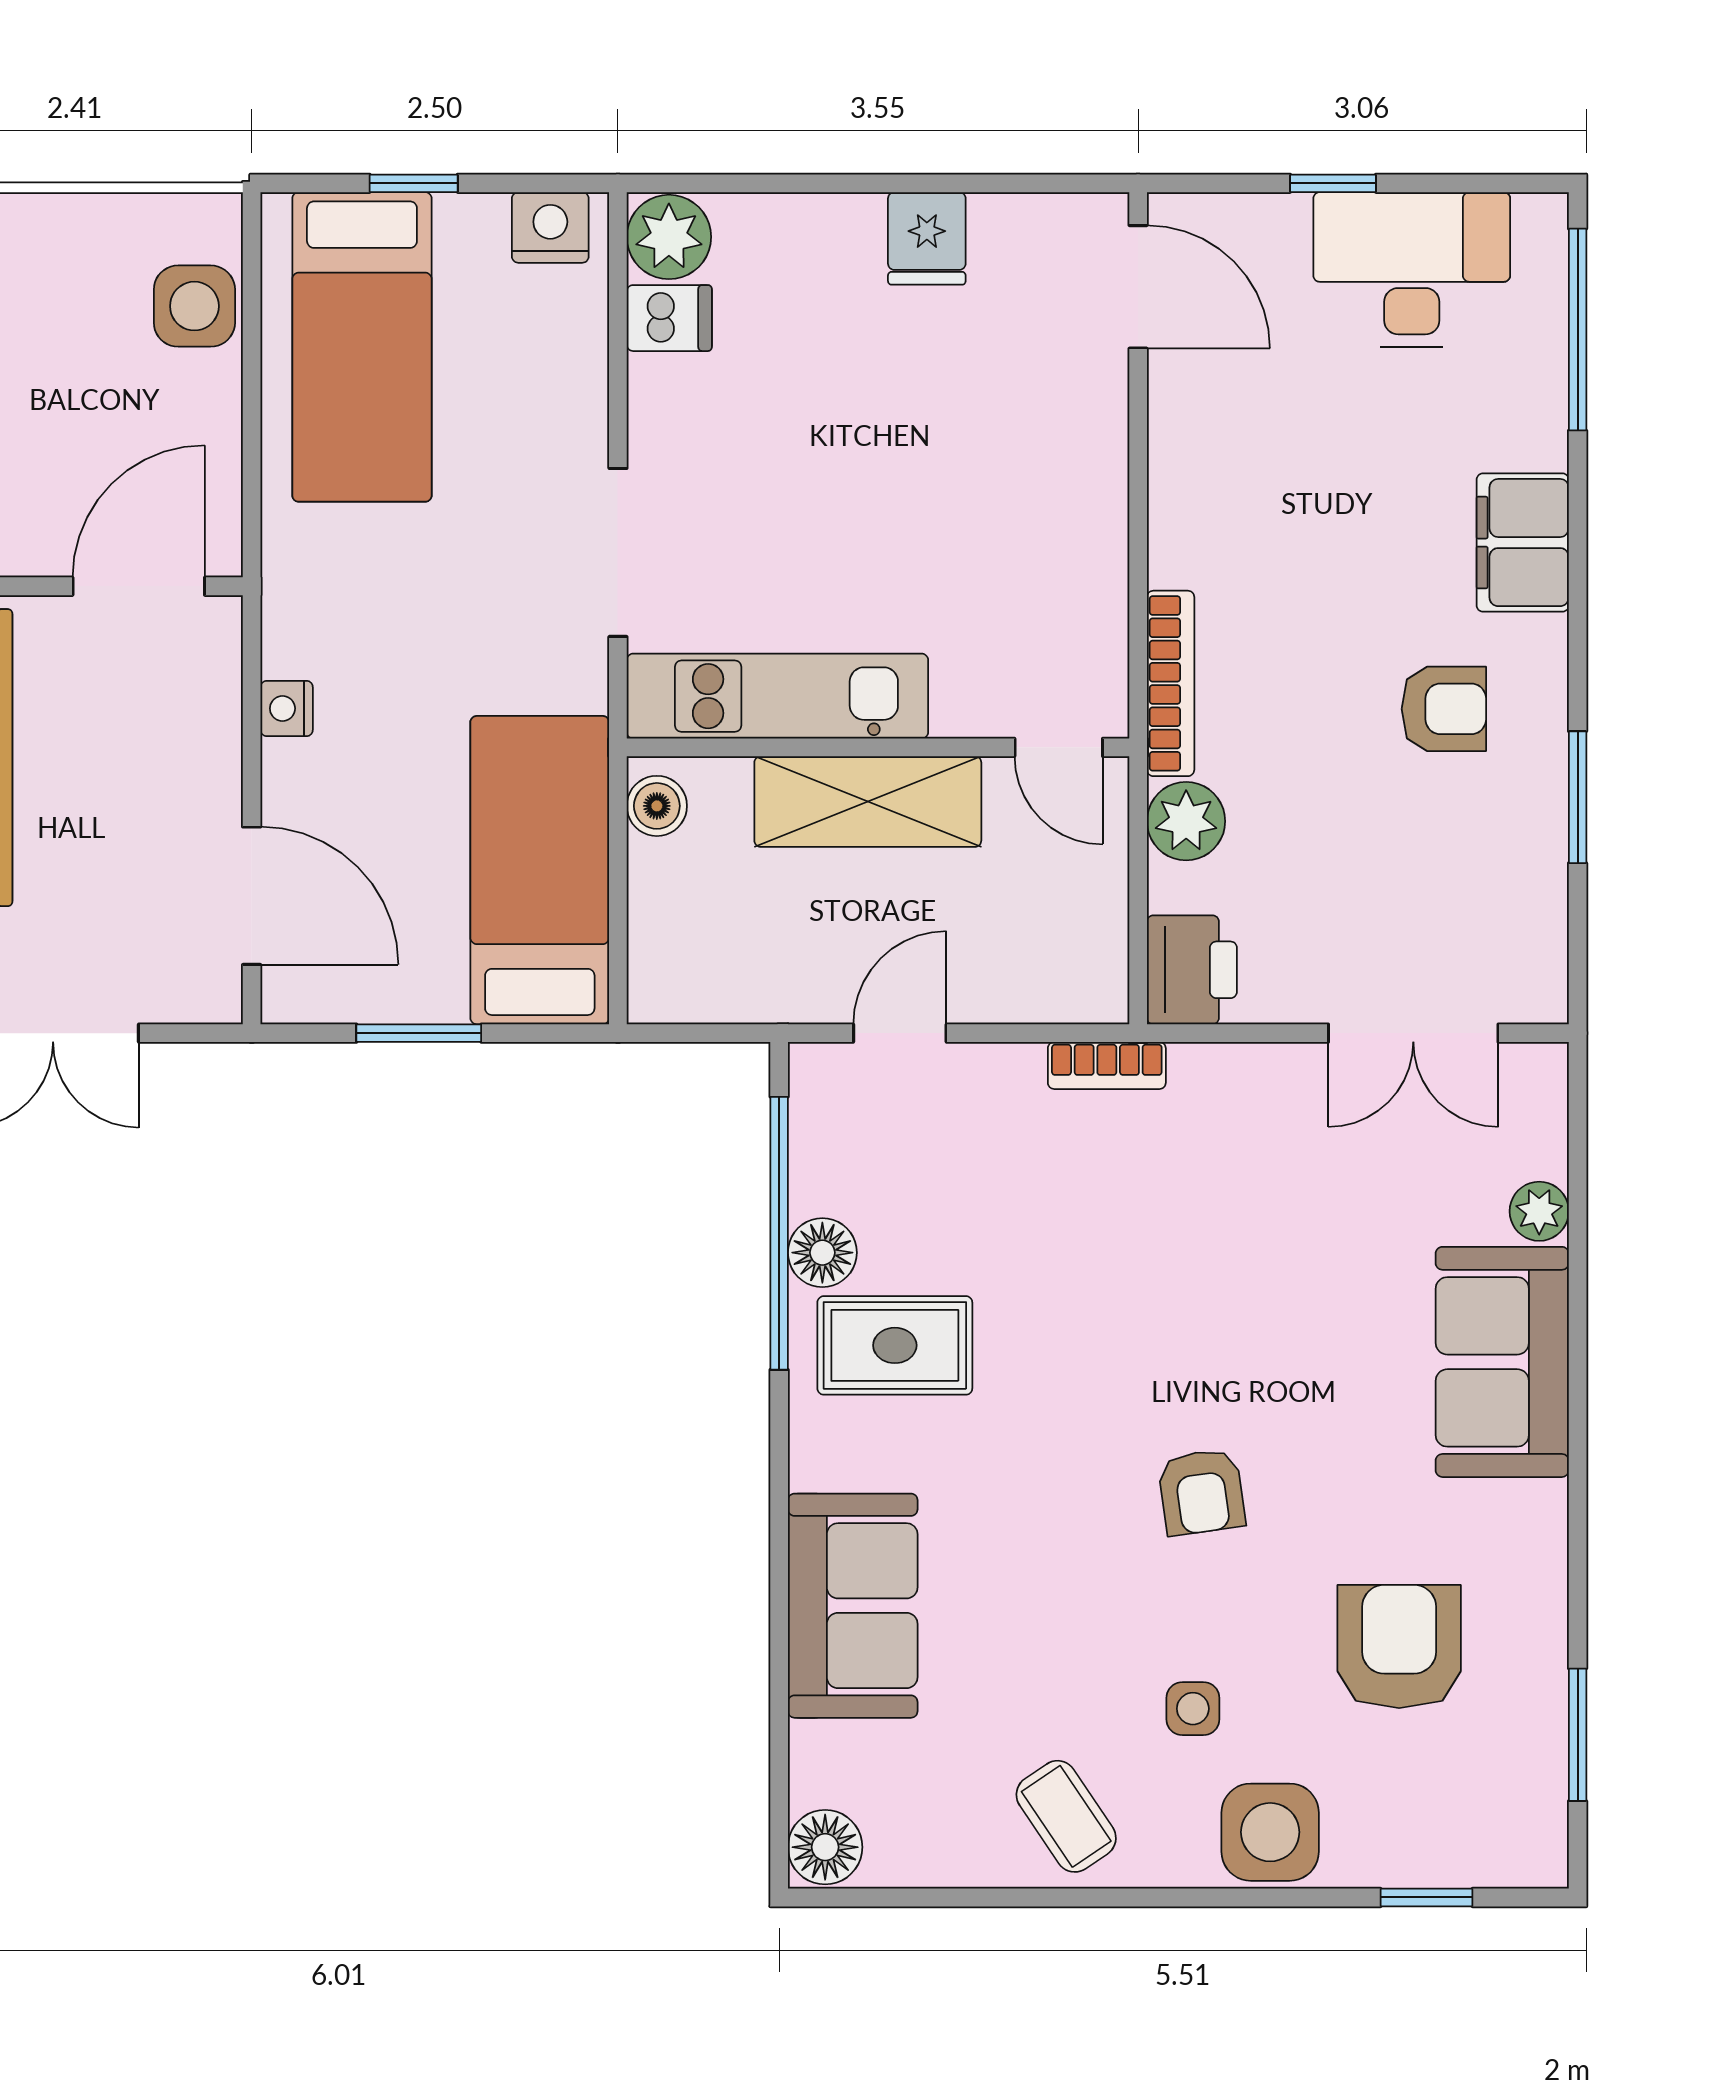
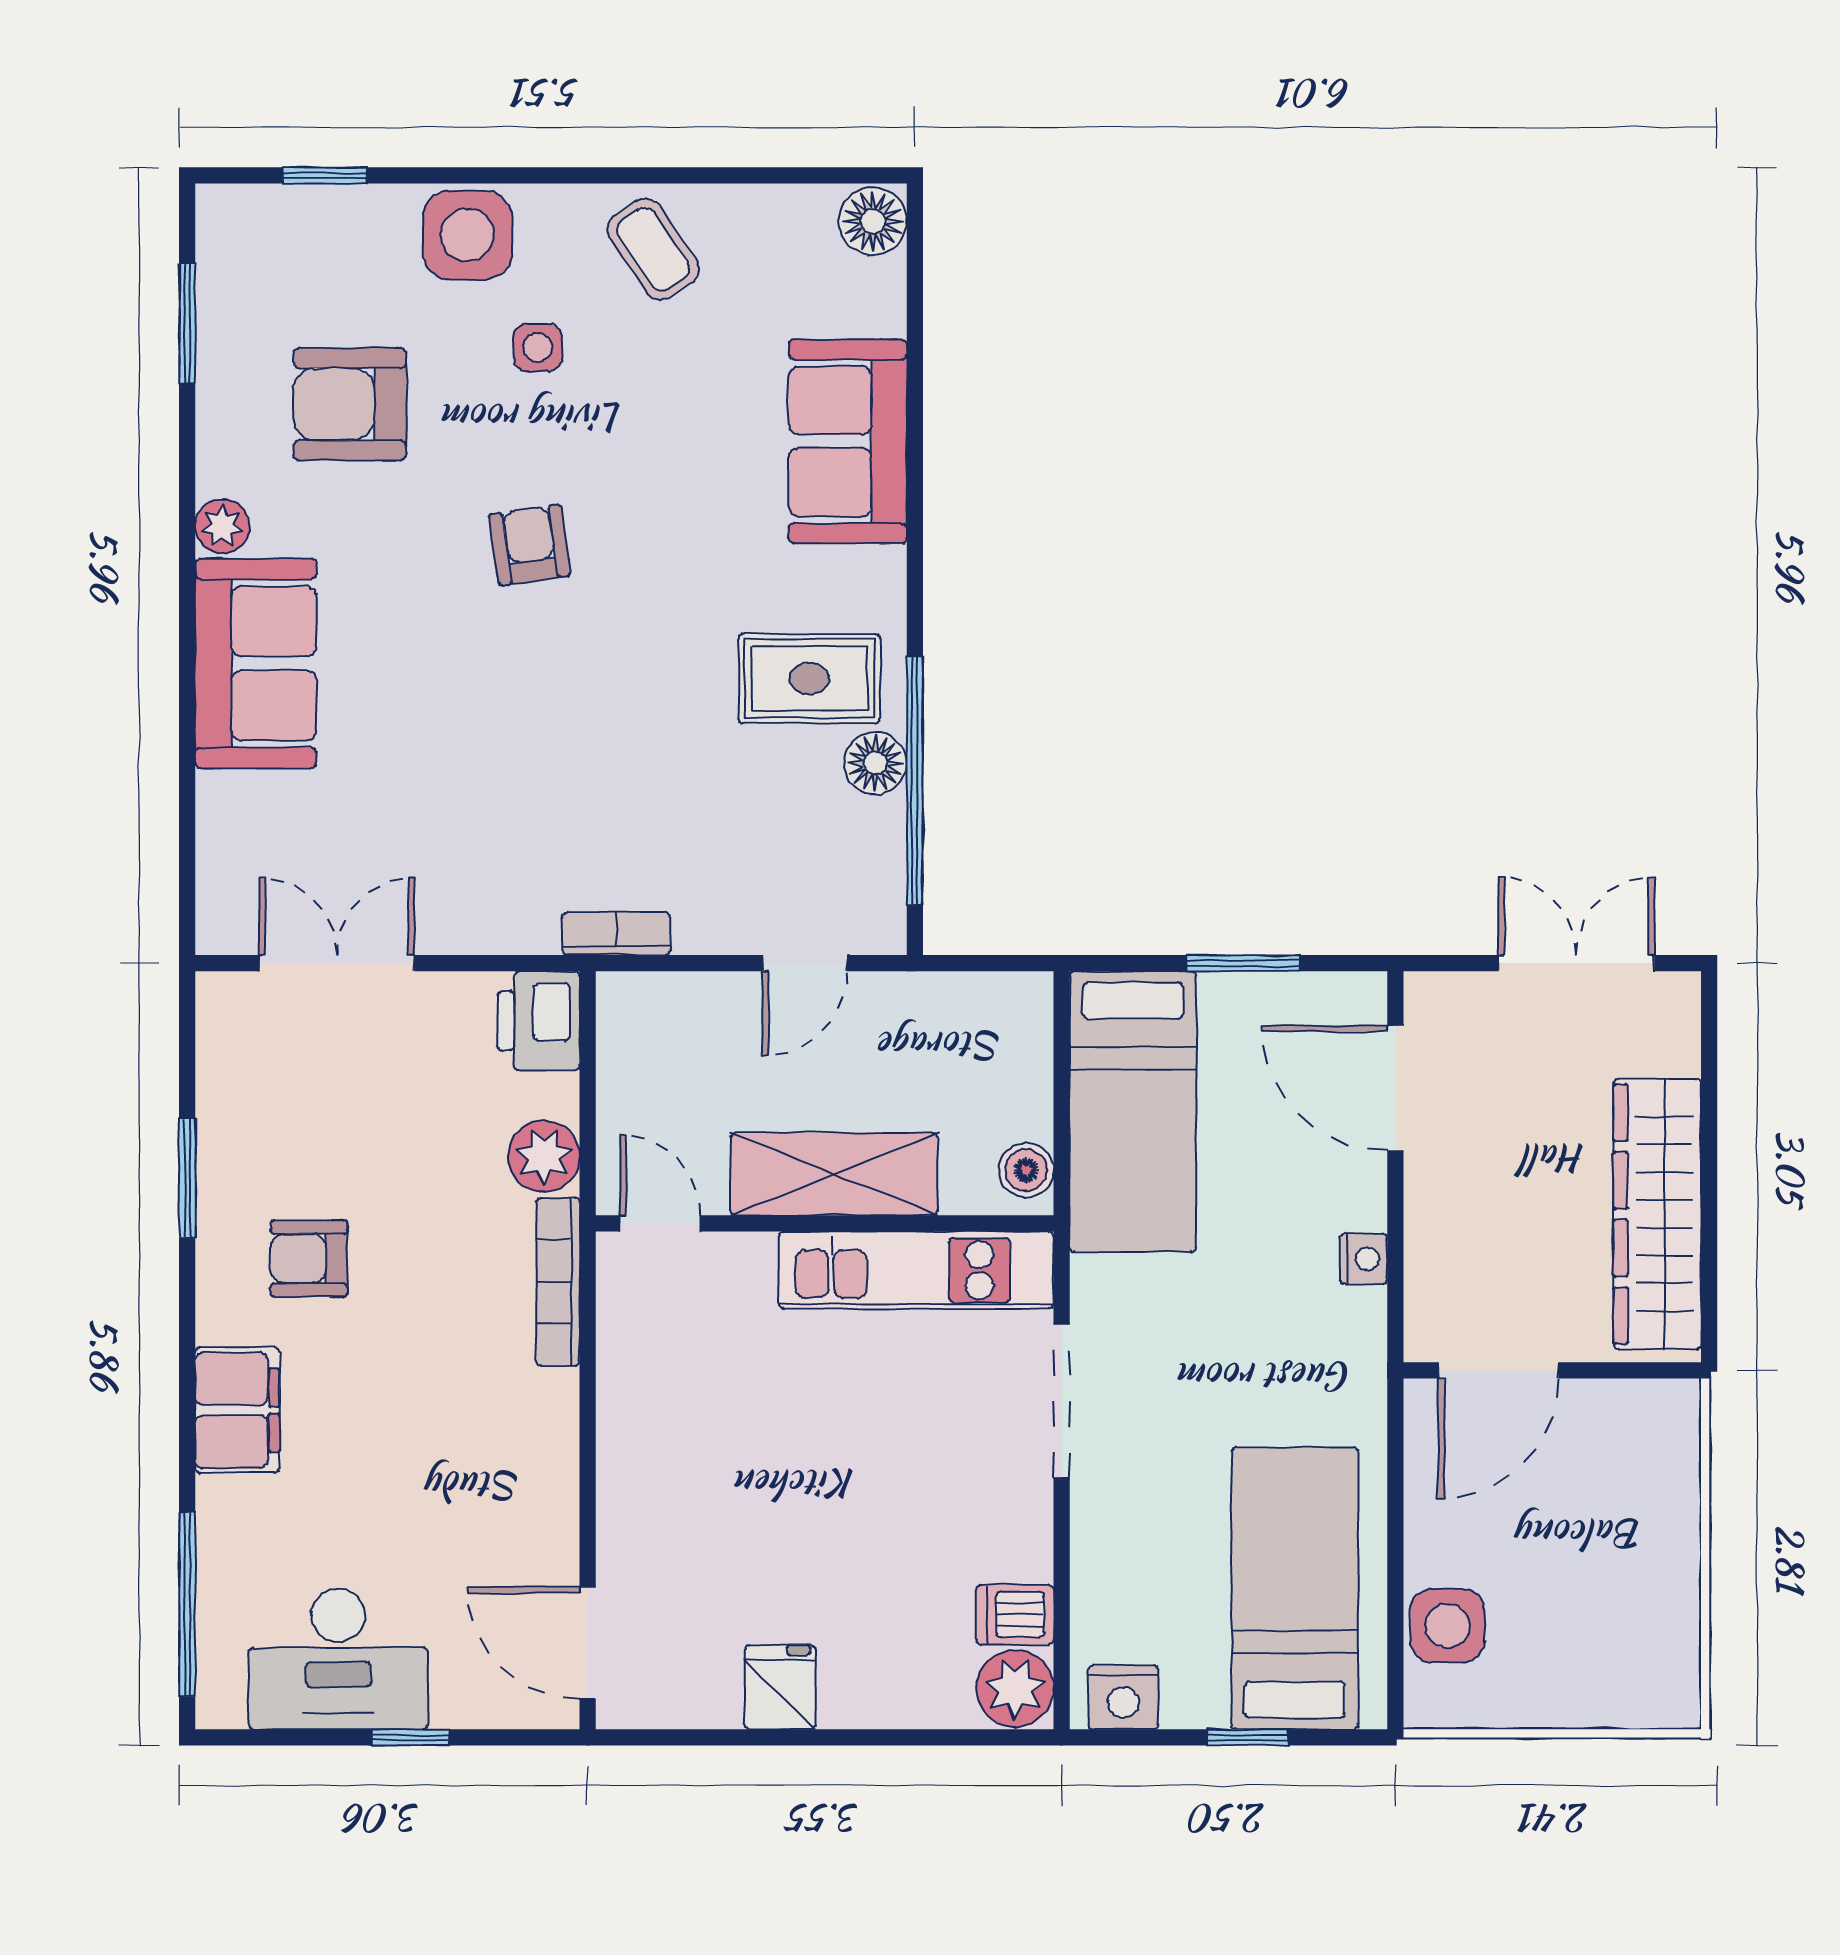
plant: (1539, 1211) -> (222, 526), moved
armchair: (1399, 1647) -> (350, 404), turned 90

